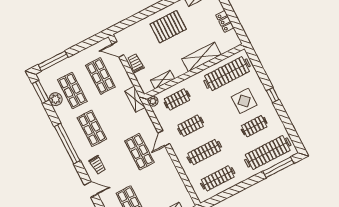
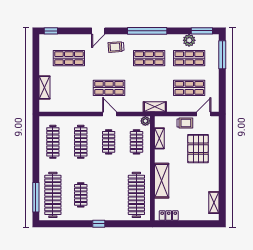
locker: (225, 21) -> (169, 216), moved
pallet: (168, 27) -> (198, 149), moved
display table: (244, 101) -> (106, 197), removed

